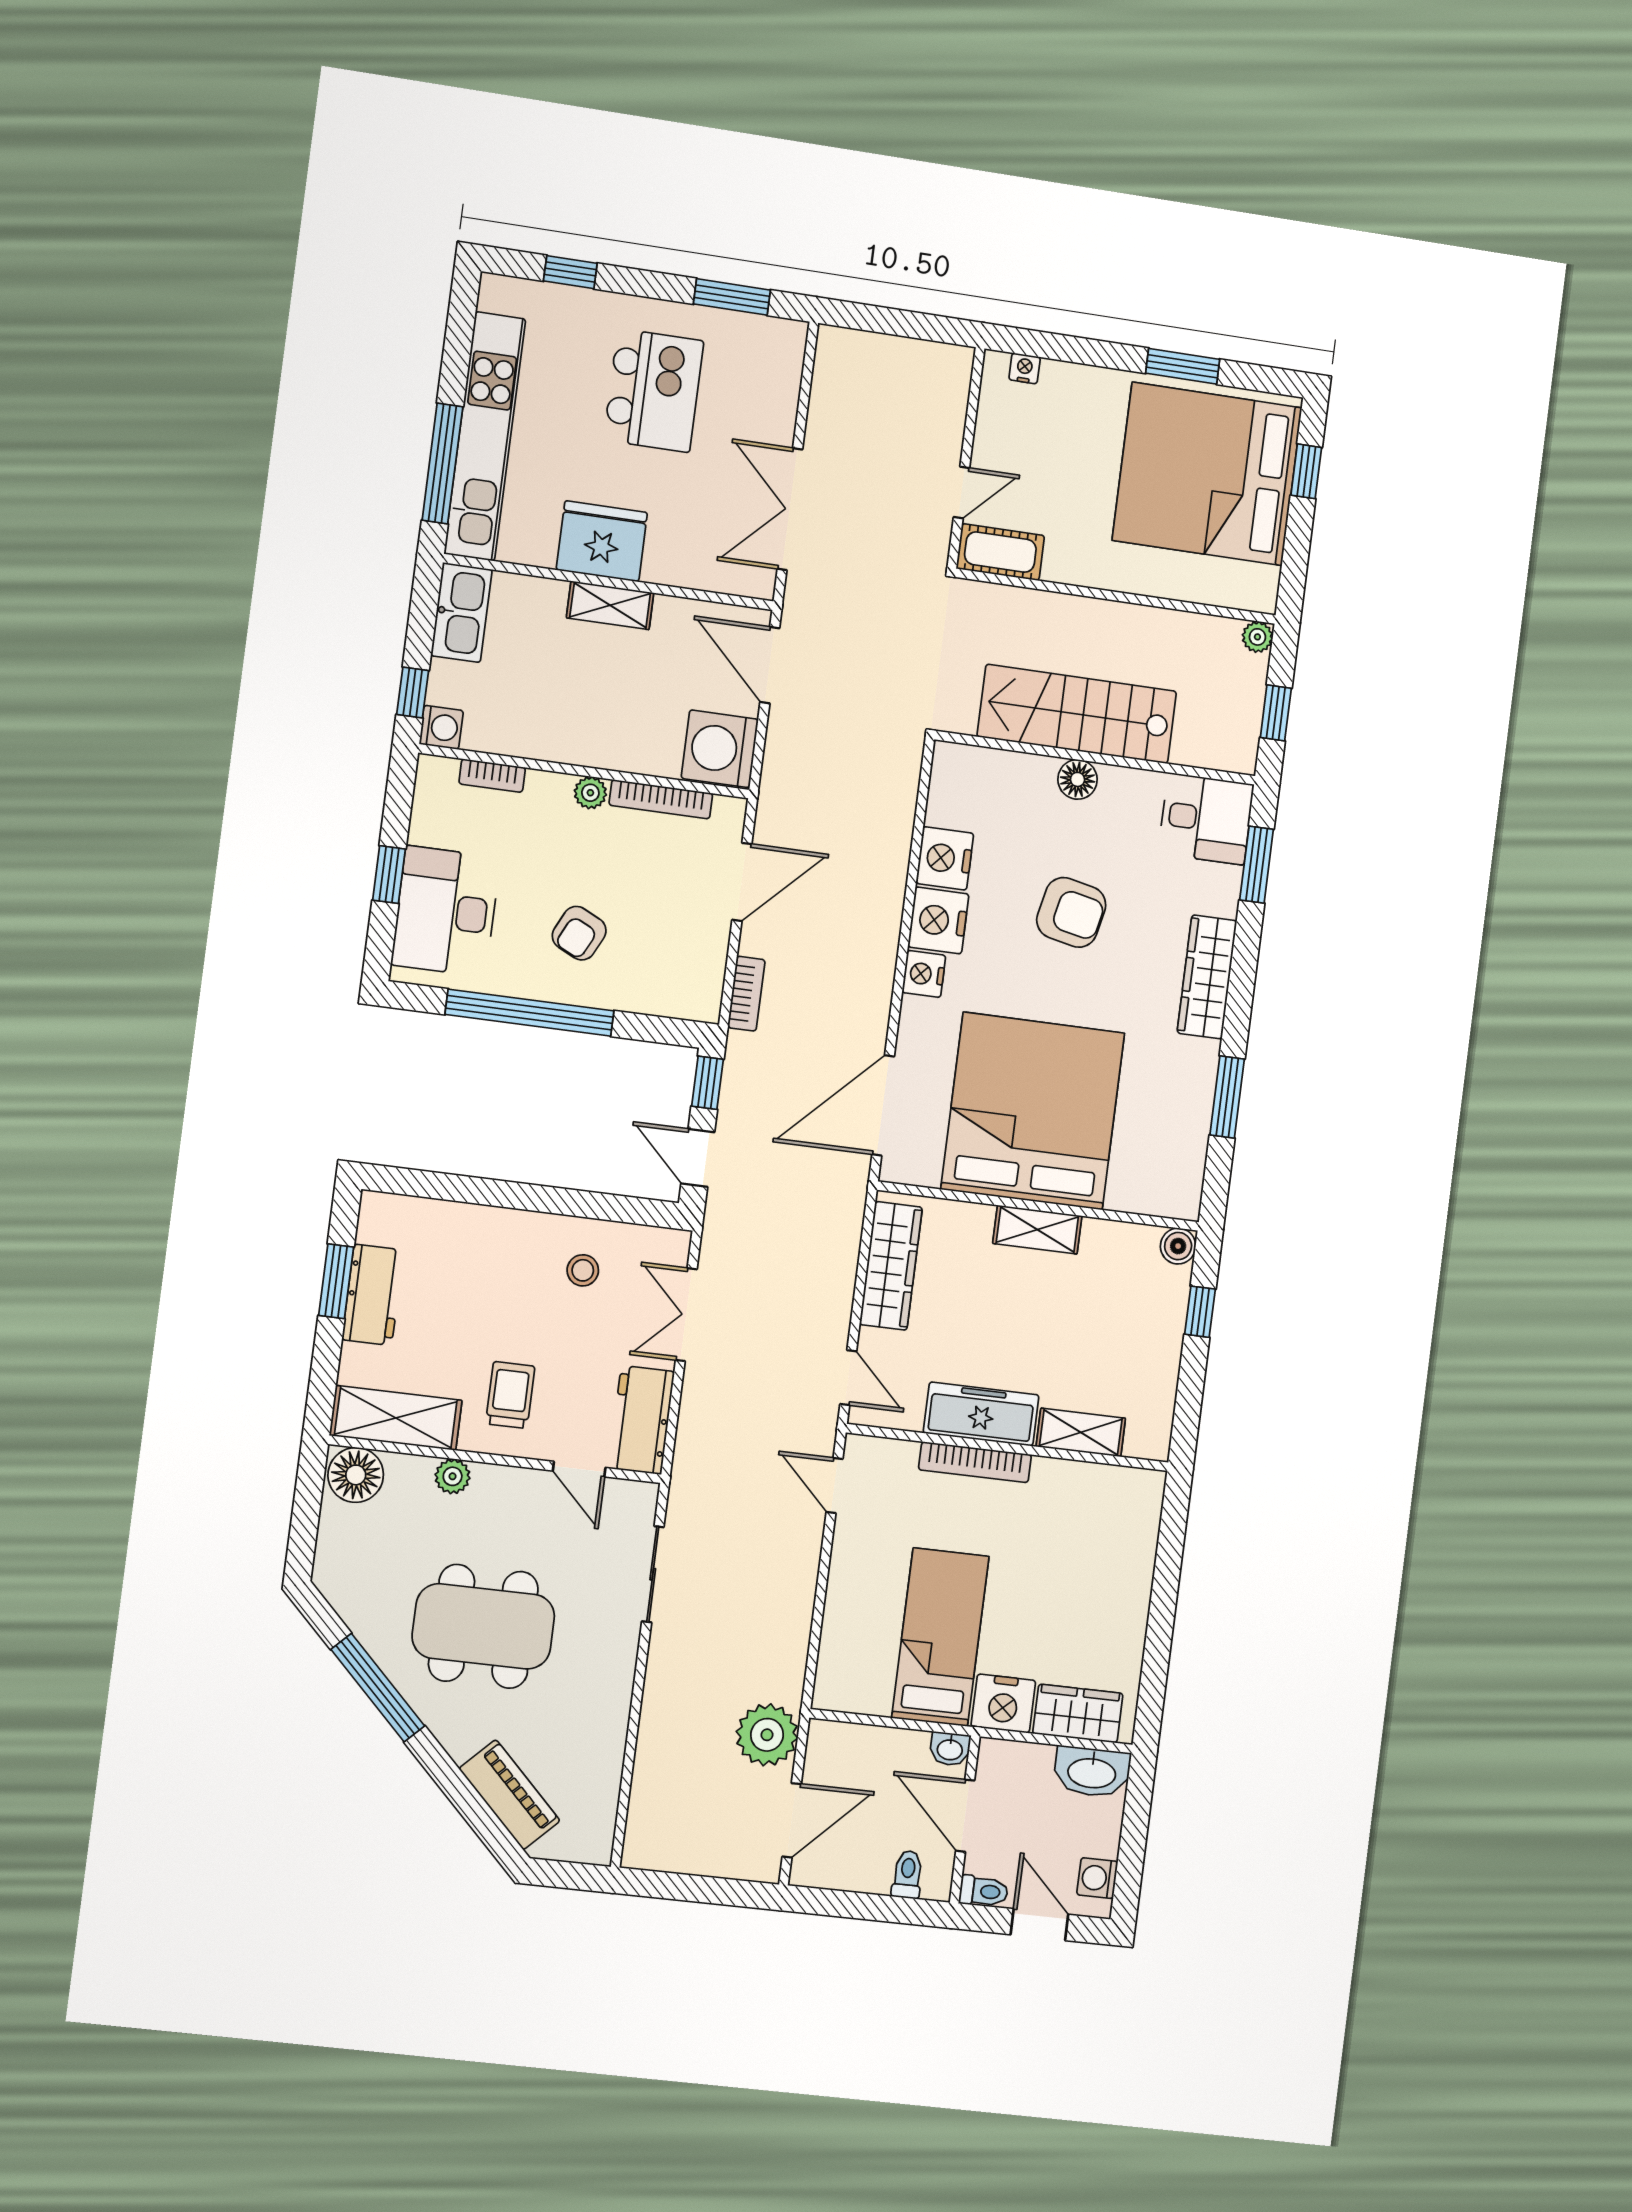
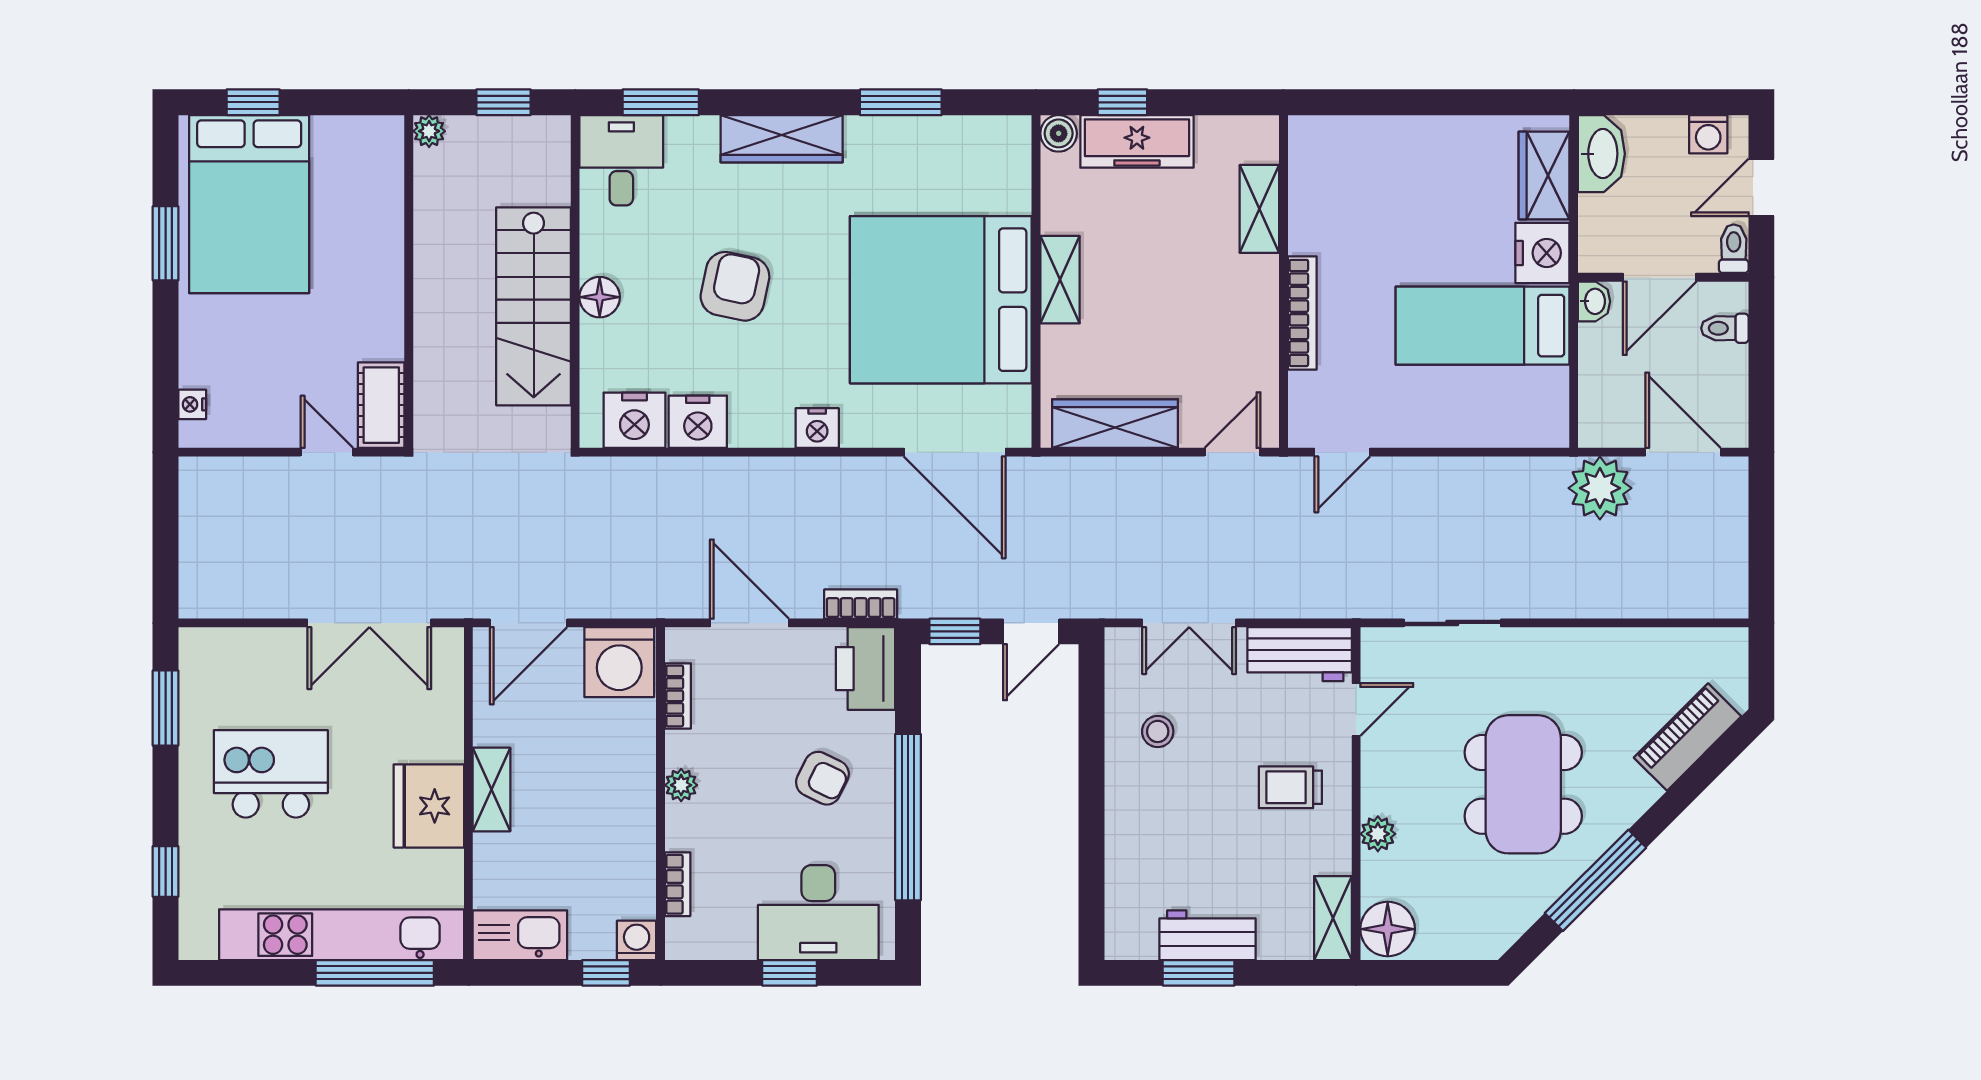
bed: (1207, 474) -> (249, 204), width x0.73
bookcase: (661, 799) -> (678, 696), width x0.64
nightstand: (938, 920) -> (634, 420), moved
printer: (682, 990) -> (865, 669), added
freezer: (981, 1414) -> (1137, 141), moved, turned -90
shelving: (396, 1418) -> (1333, 918), width x0.67, depth x0.75

